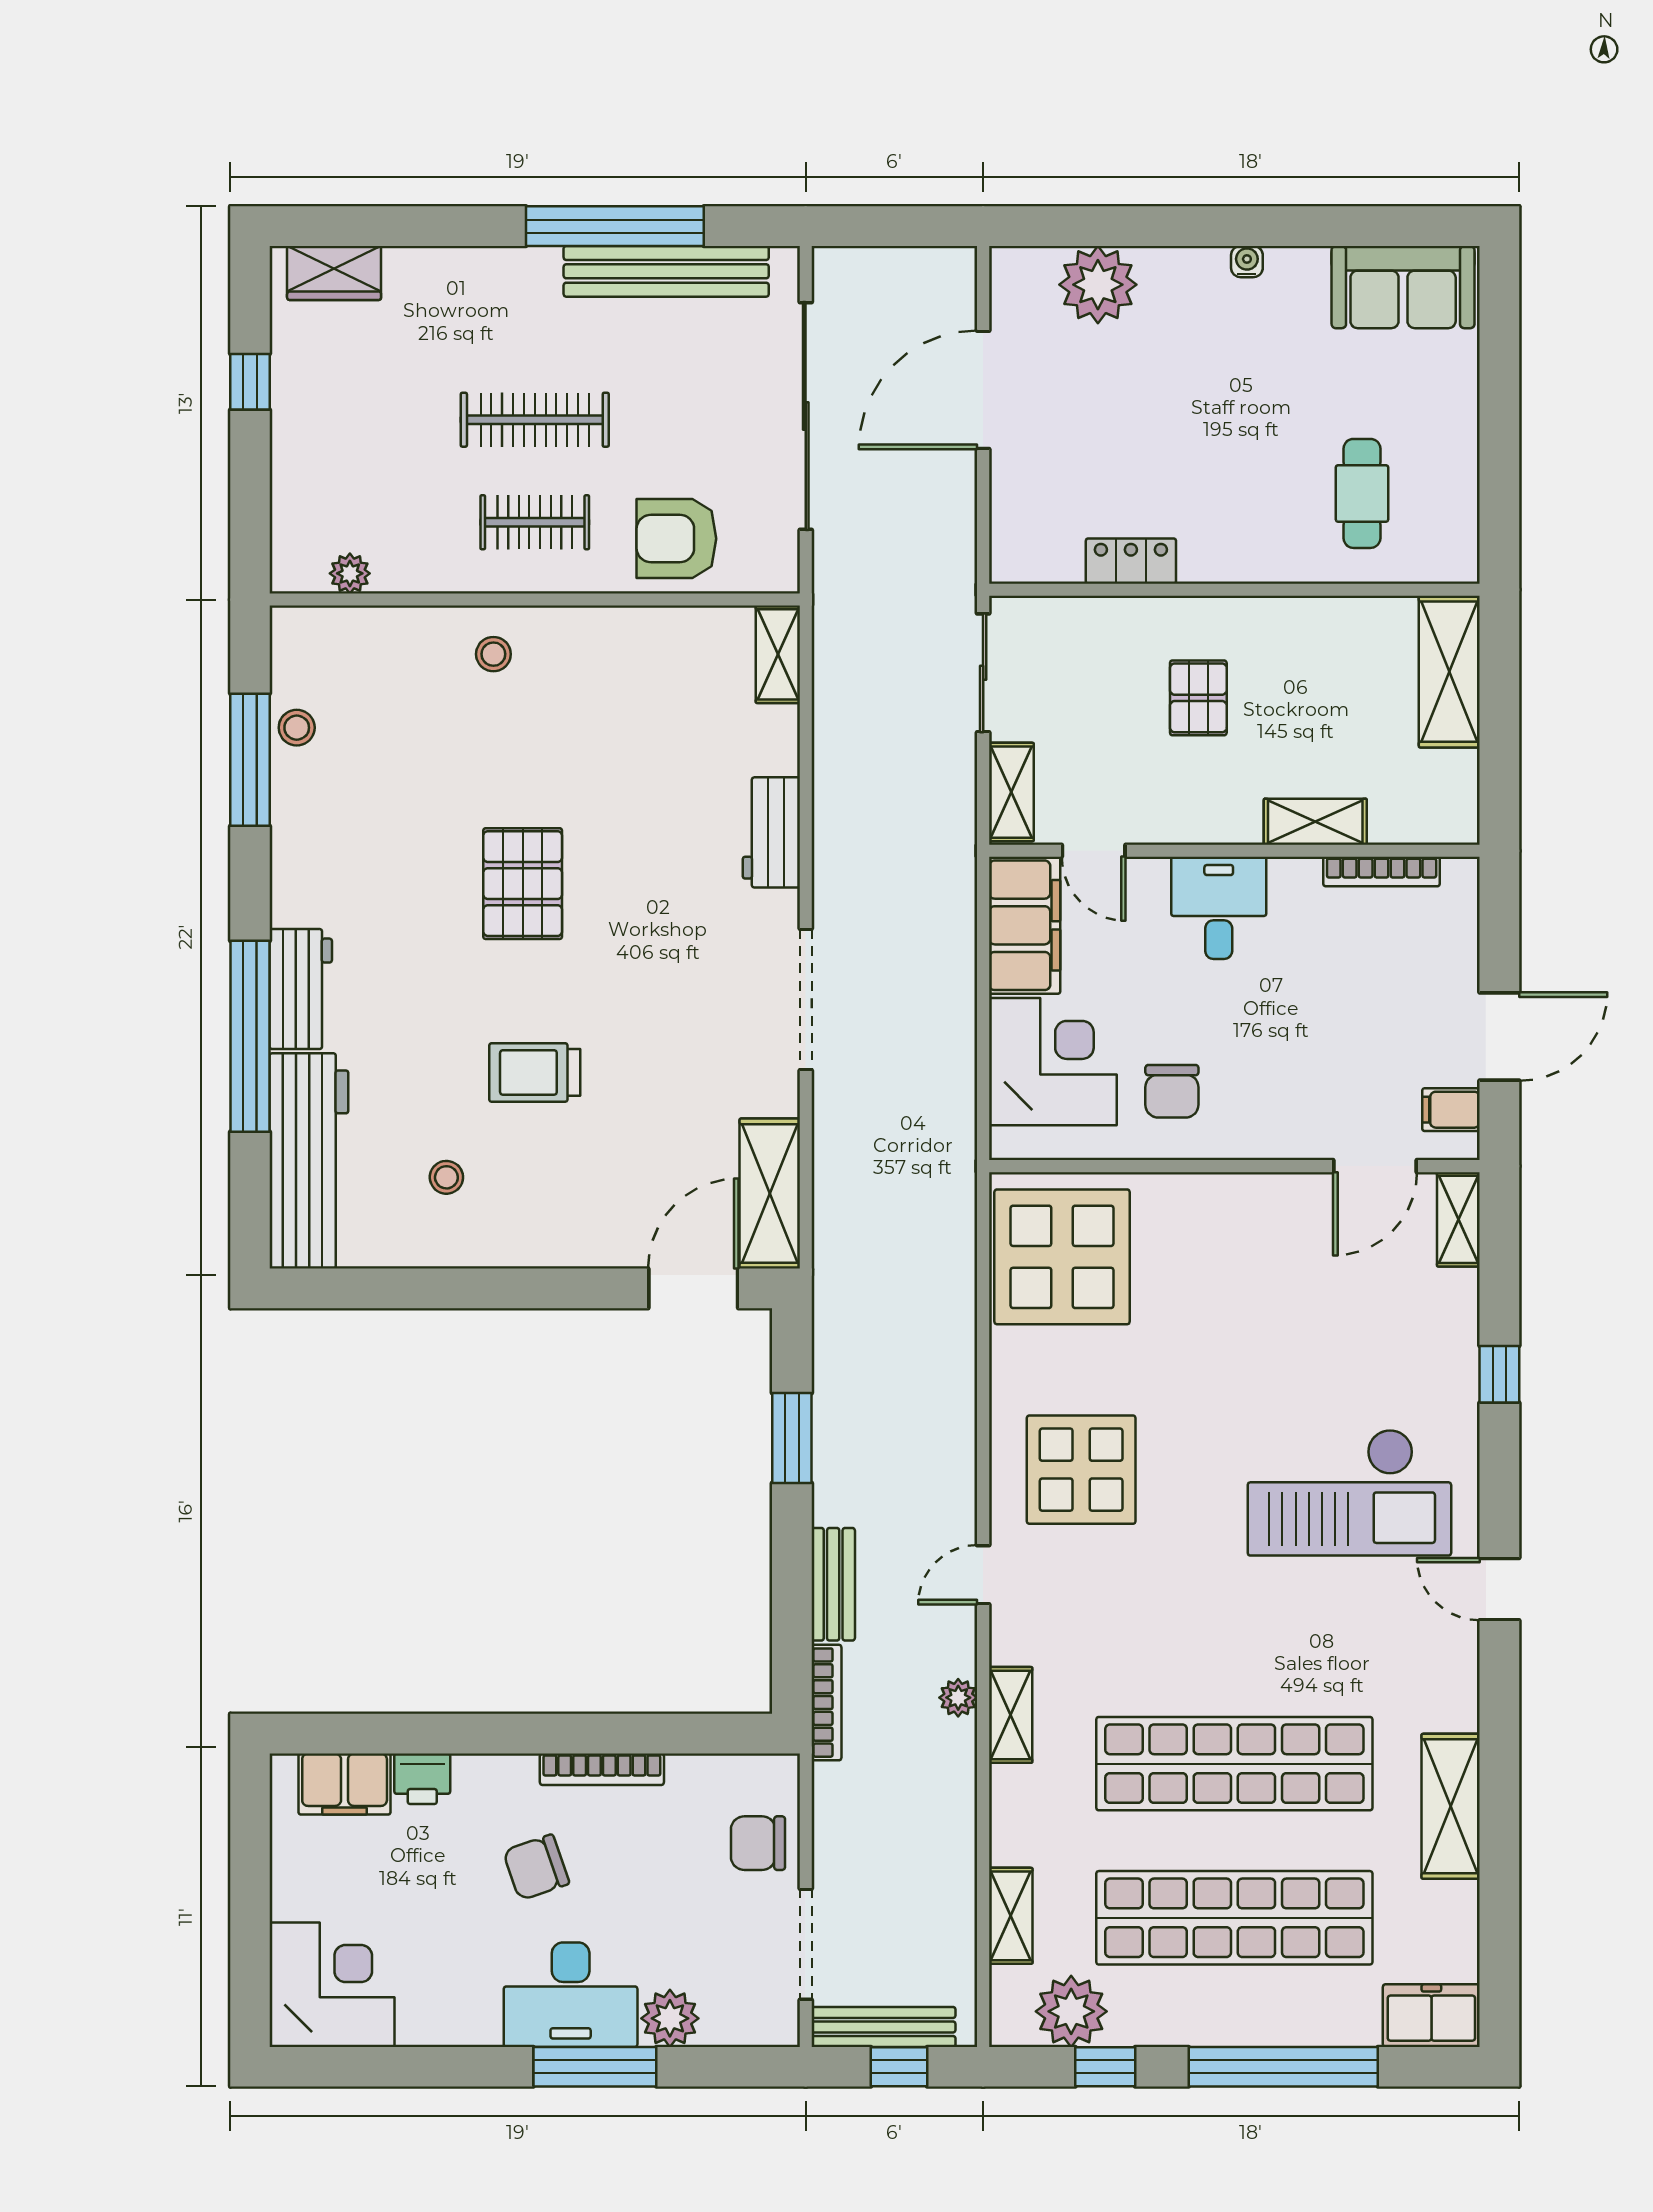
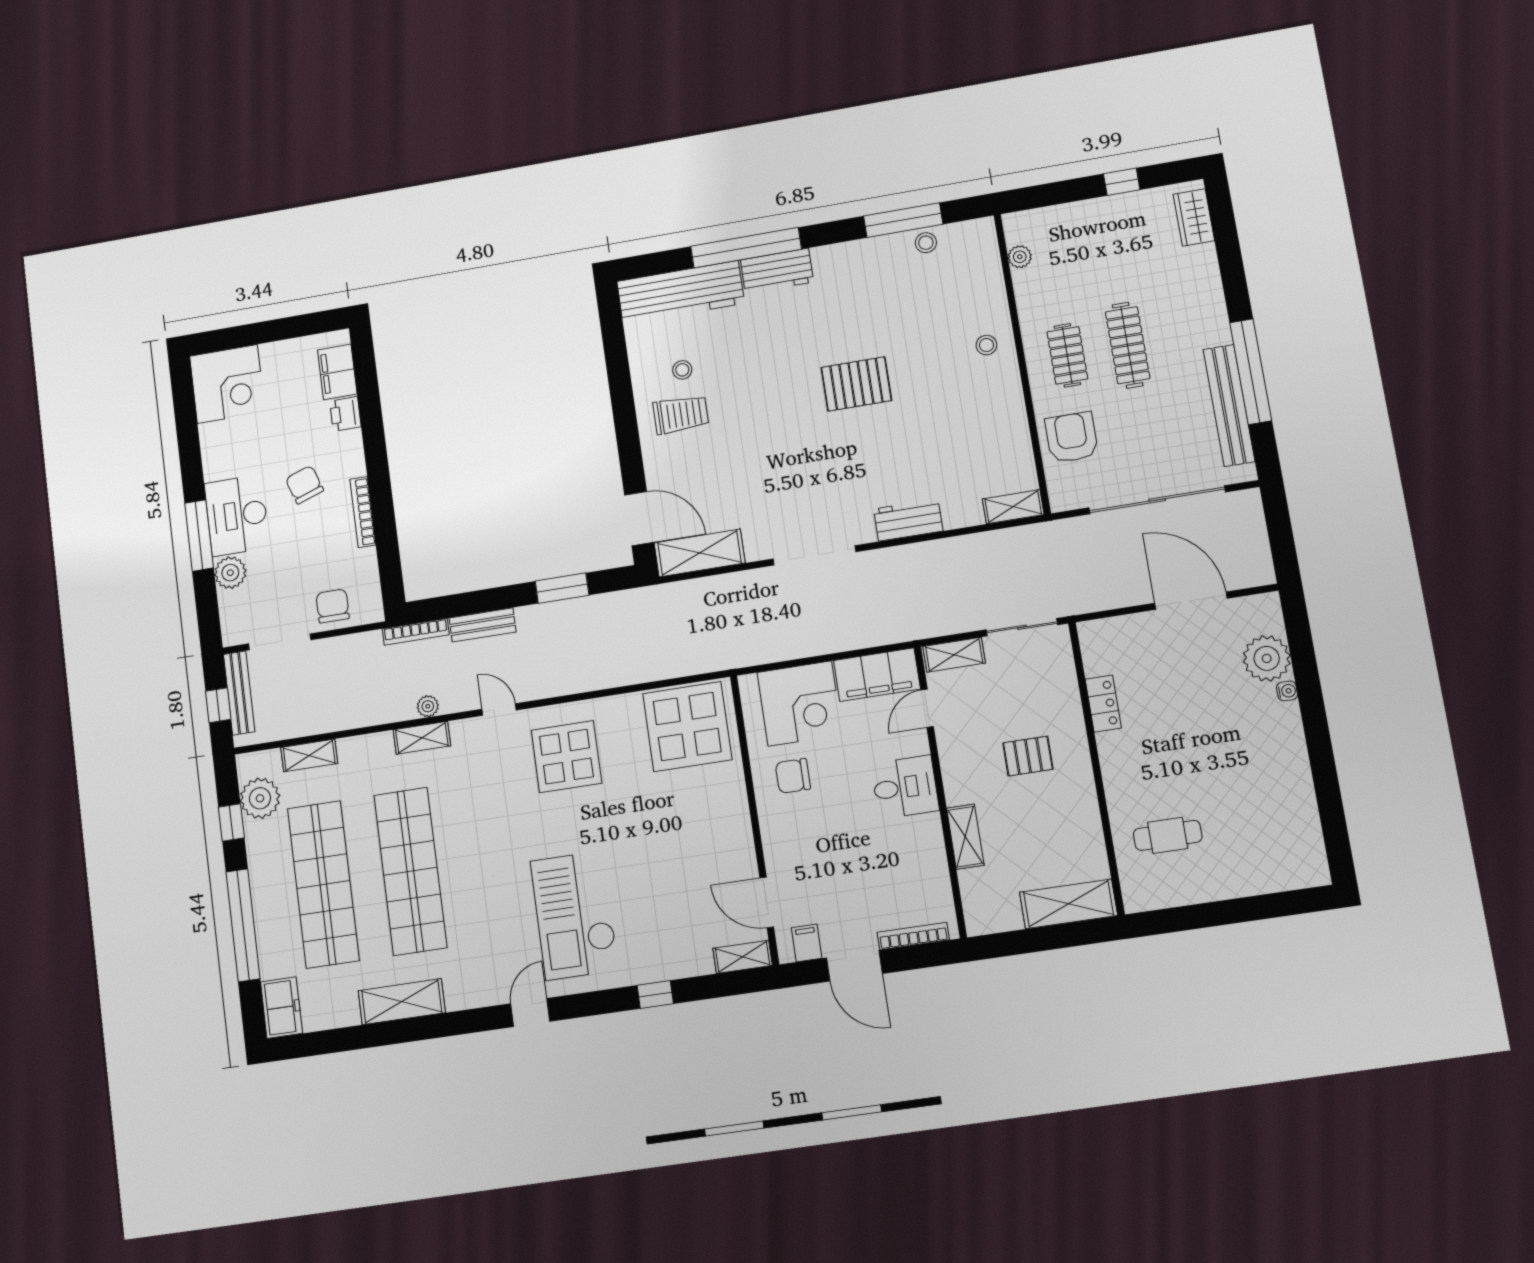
water cooler: (1247, 262) -> (1287, 691), moved
sofa: (1403, 287) -> (1298, 842), removed
bookcase: (1382, 872) -> (913, 936), moved, turned 90
trolley: (535, 1072) -> (681, 414), moved, turned 90

